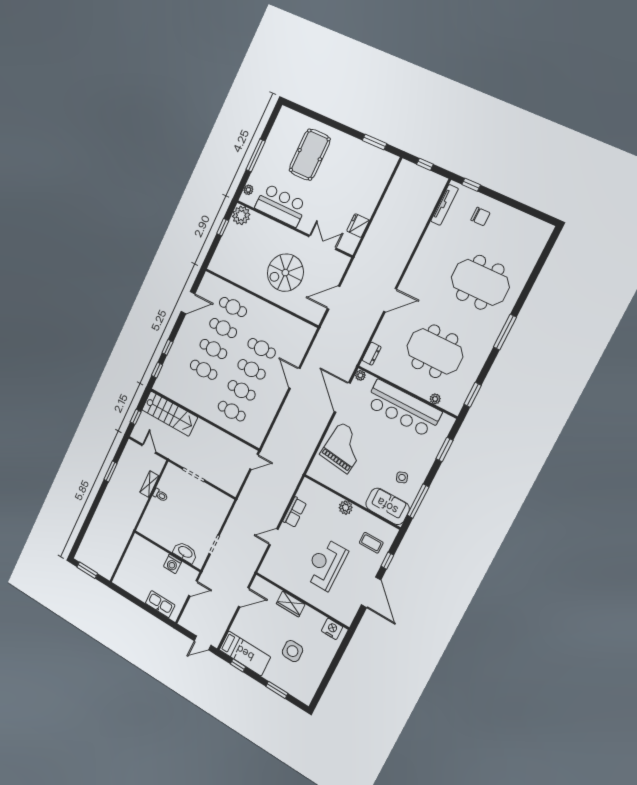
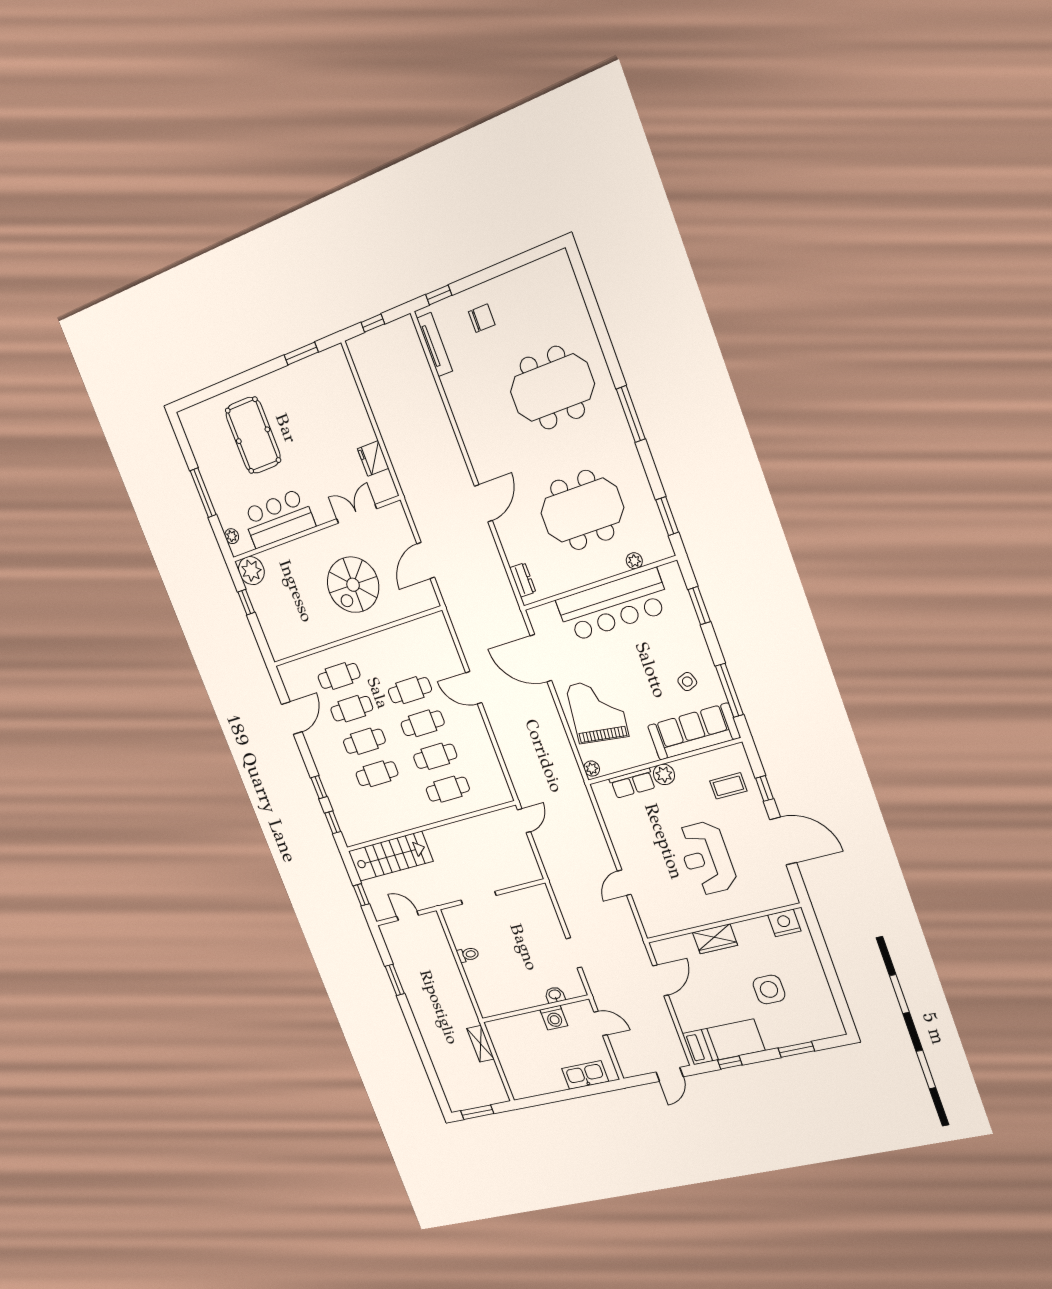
plant: (360, 375) -> (592, 769), moved
shelving: (149, 484) -> (480, 1044), moved
sofa: (387, 506) -> (694, 732), width x1.36
row of seats: (295, 512) -> (632, 783), moved, turned 90
washbasin: (185, 552) -> (555, 995), width x0.52, depth x0.69
door: (193, 588) -> (600, 1023), hinge flipped

